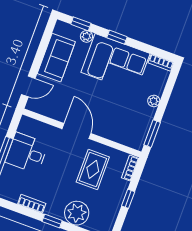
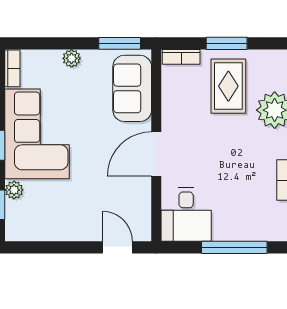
sofa: (56, 58) -> (132, 88), moved, turned -90
desk: (27, 153) -> (186, 214), moved
rug: (93, 169) -> (228, 86), moved, turned 90
window: (128, 199) -> (227, 43), width x1.50

